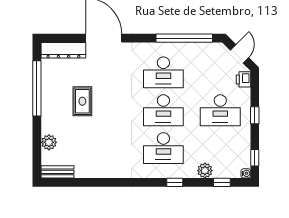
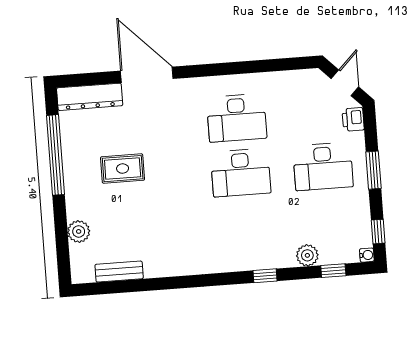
window: (184, 38) -> (263, 66), removed
rug: (82, 101) -> (123, 169), turned 90
window: (255, 115) -> (373, 170), width x1.50
desk: (163, 148) -> (245, 227), removed
bench: (57, 172) -> (119, 272), moved

